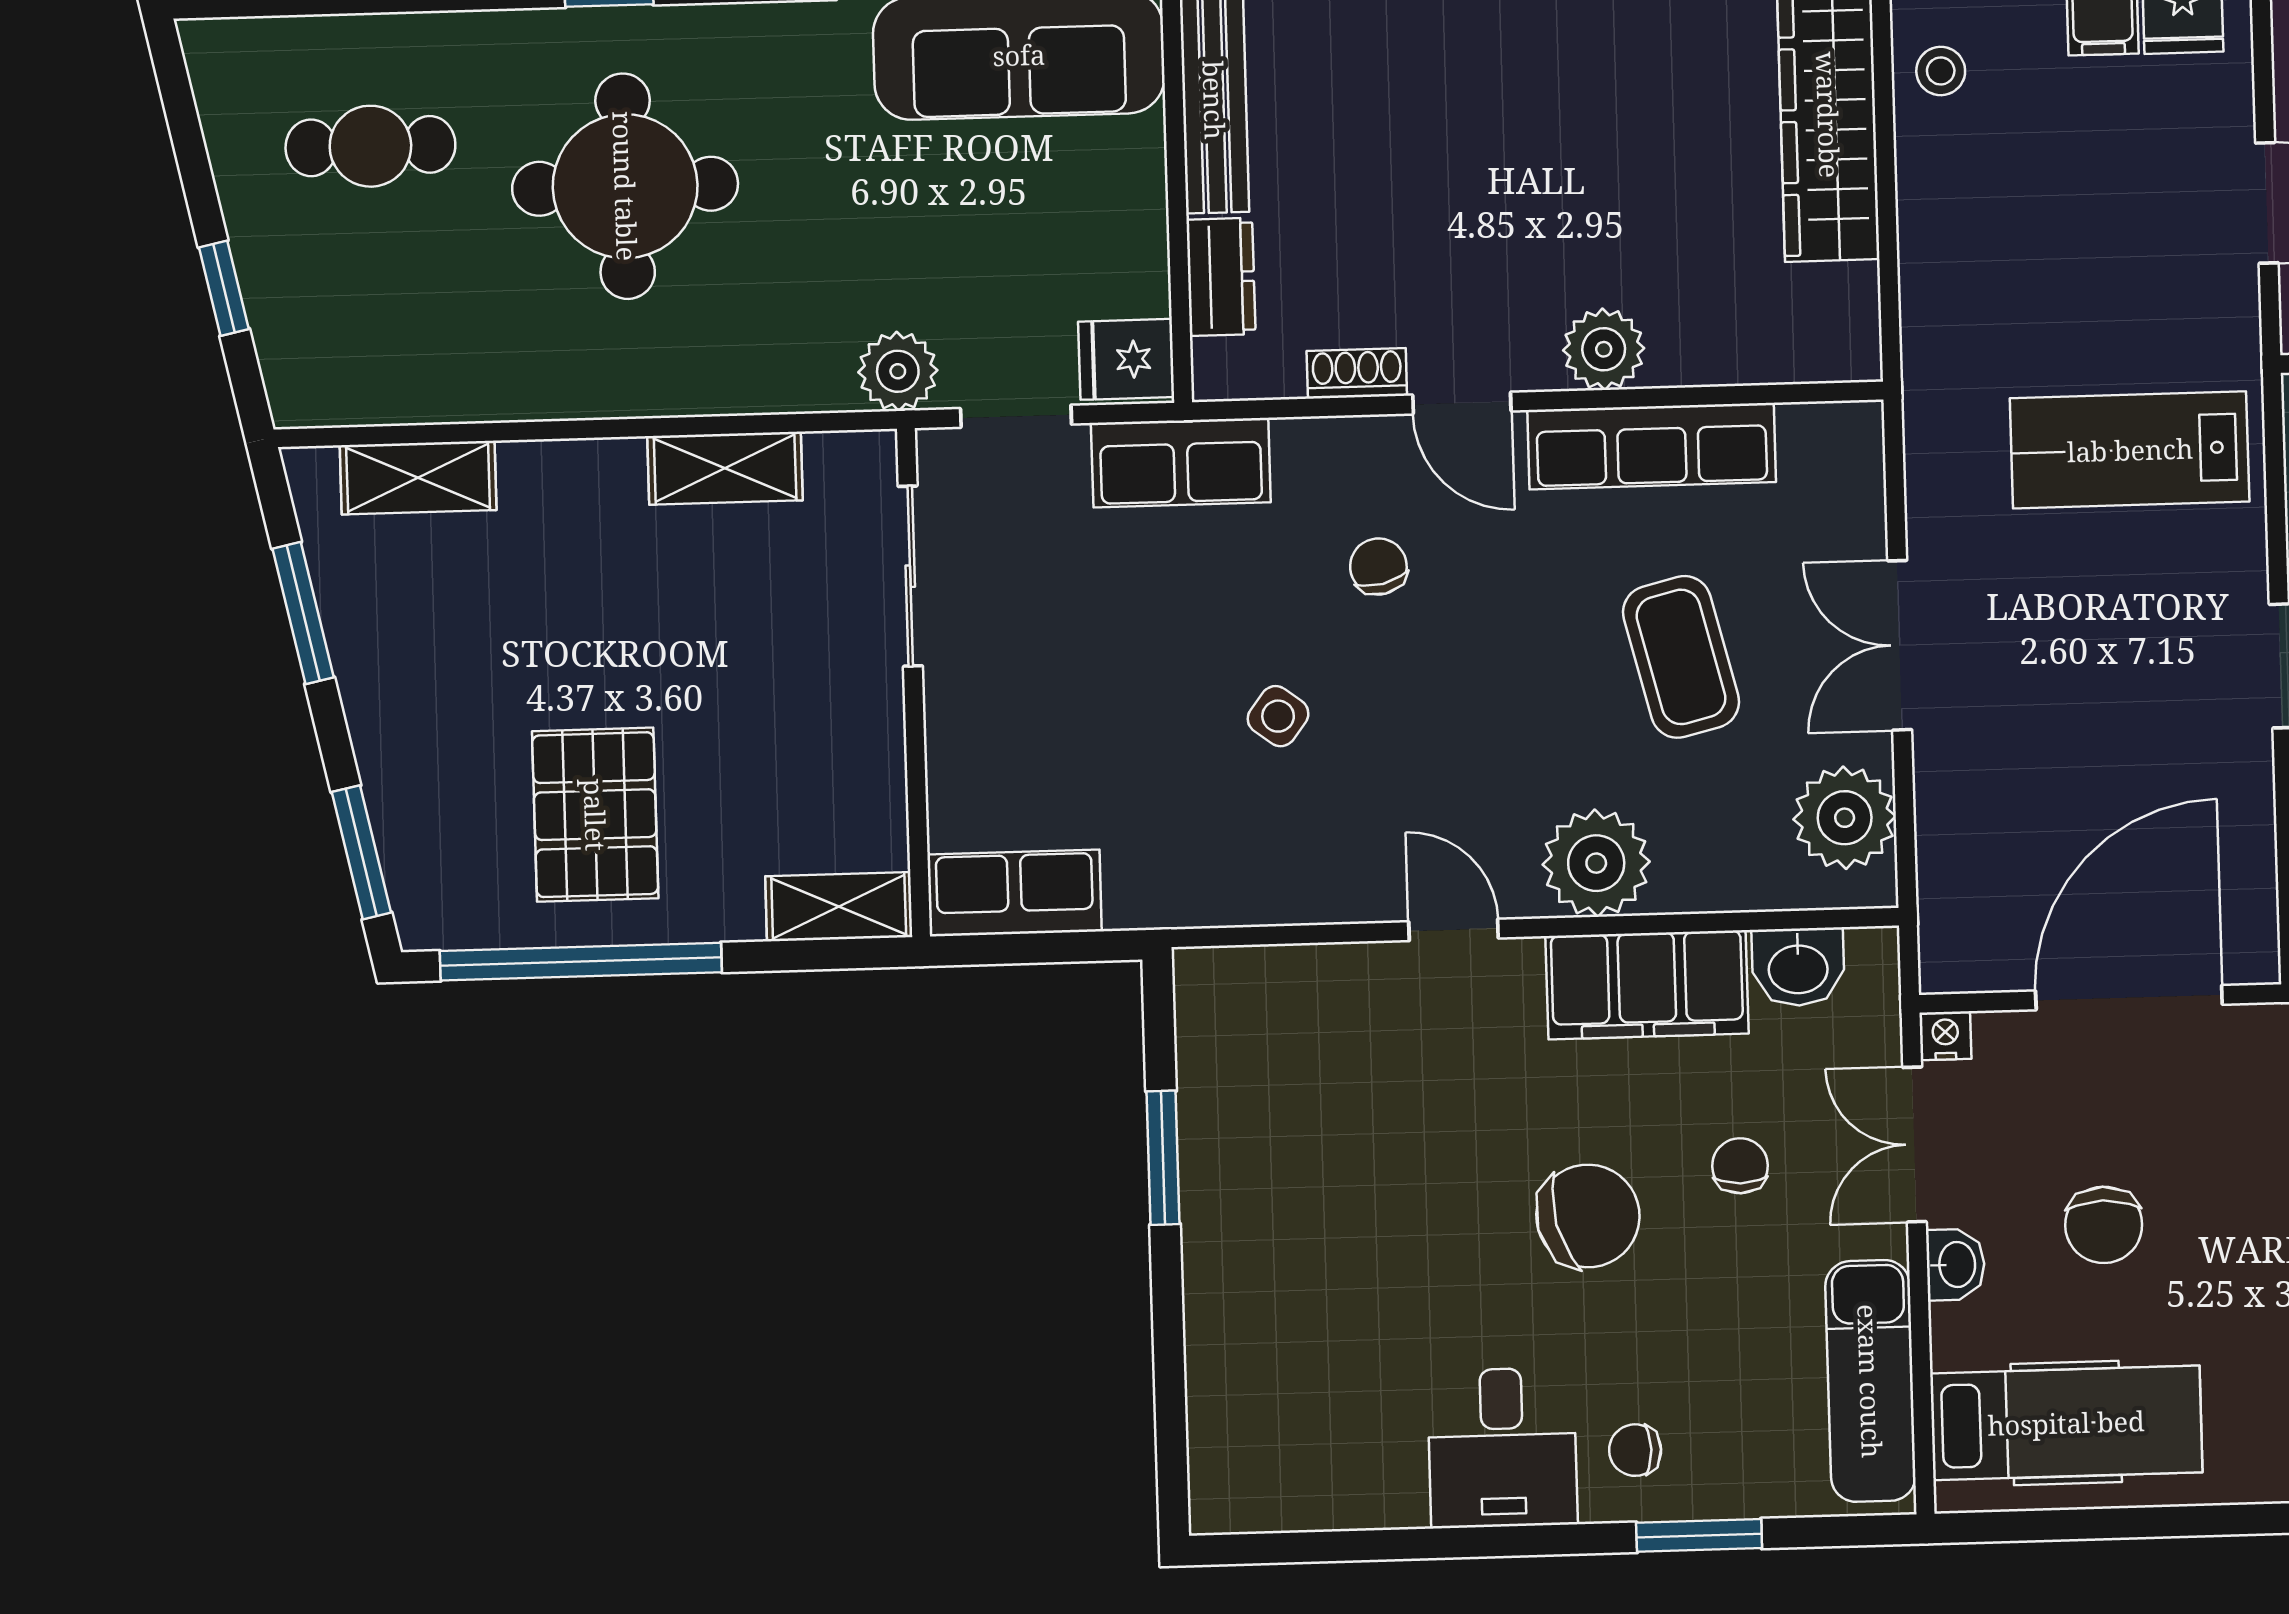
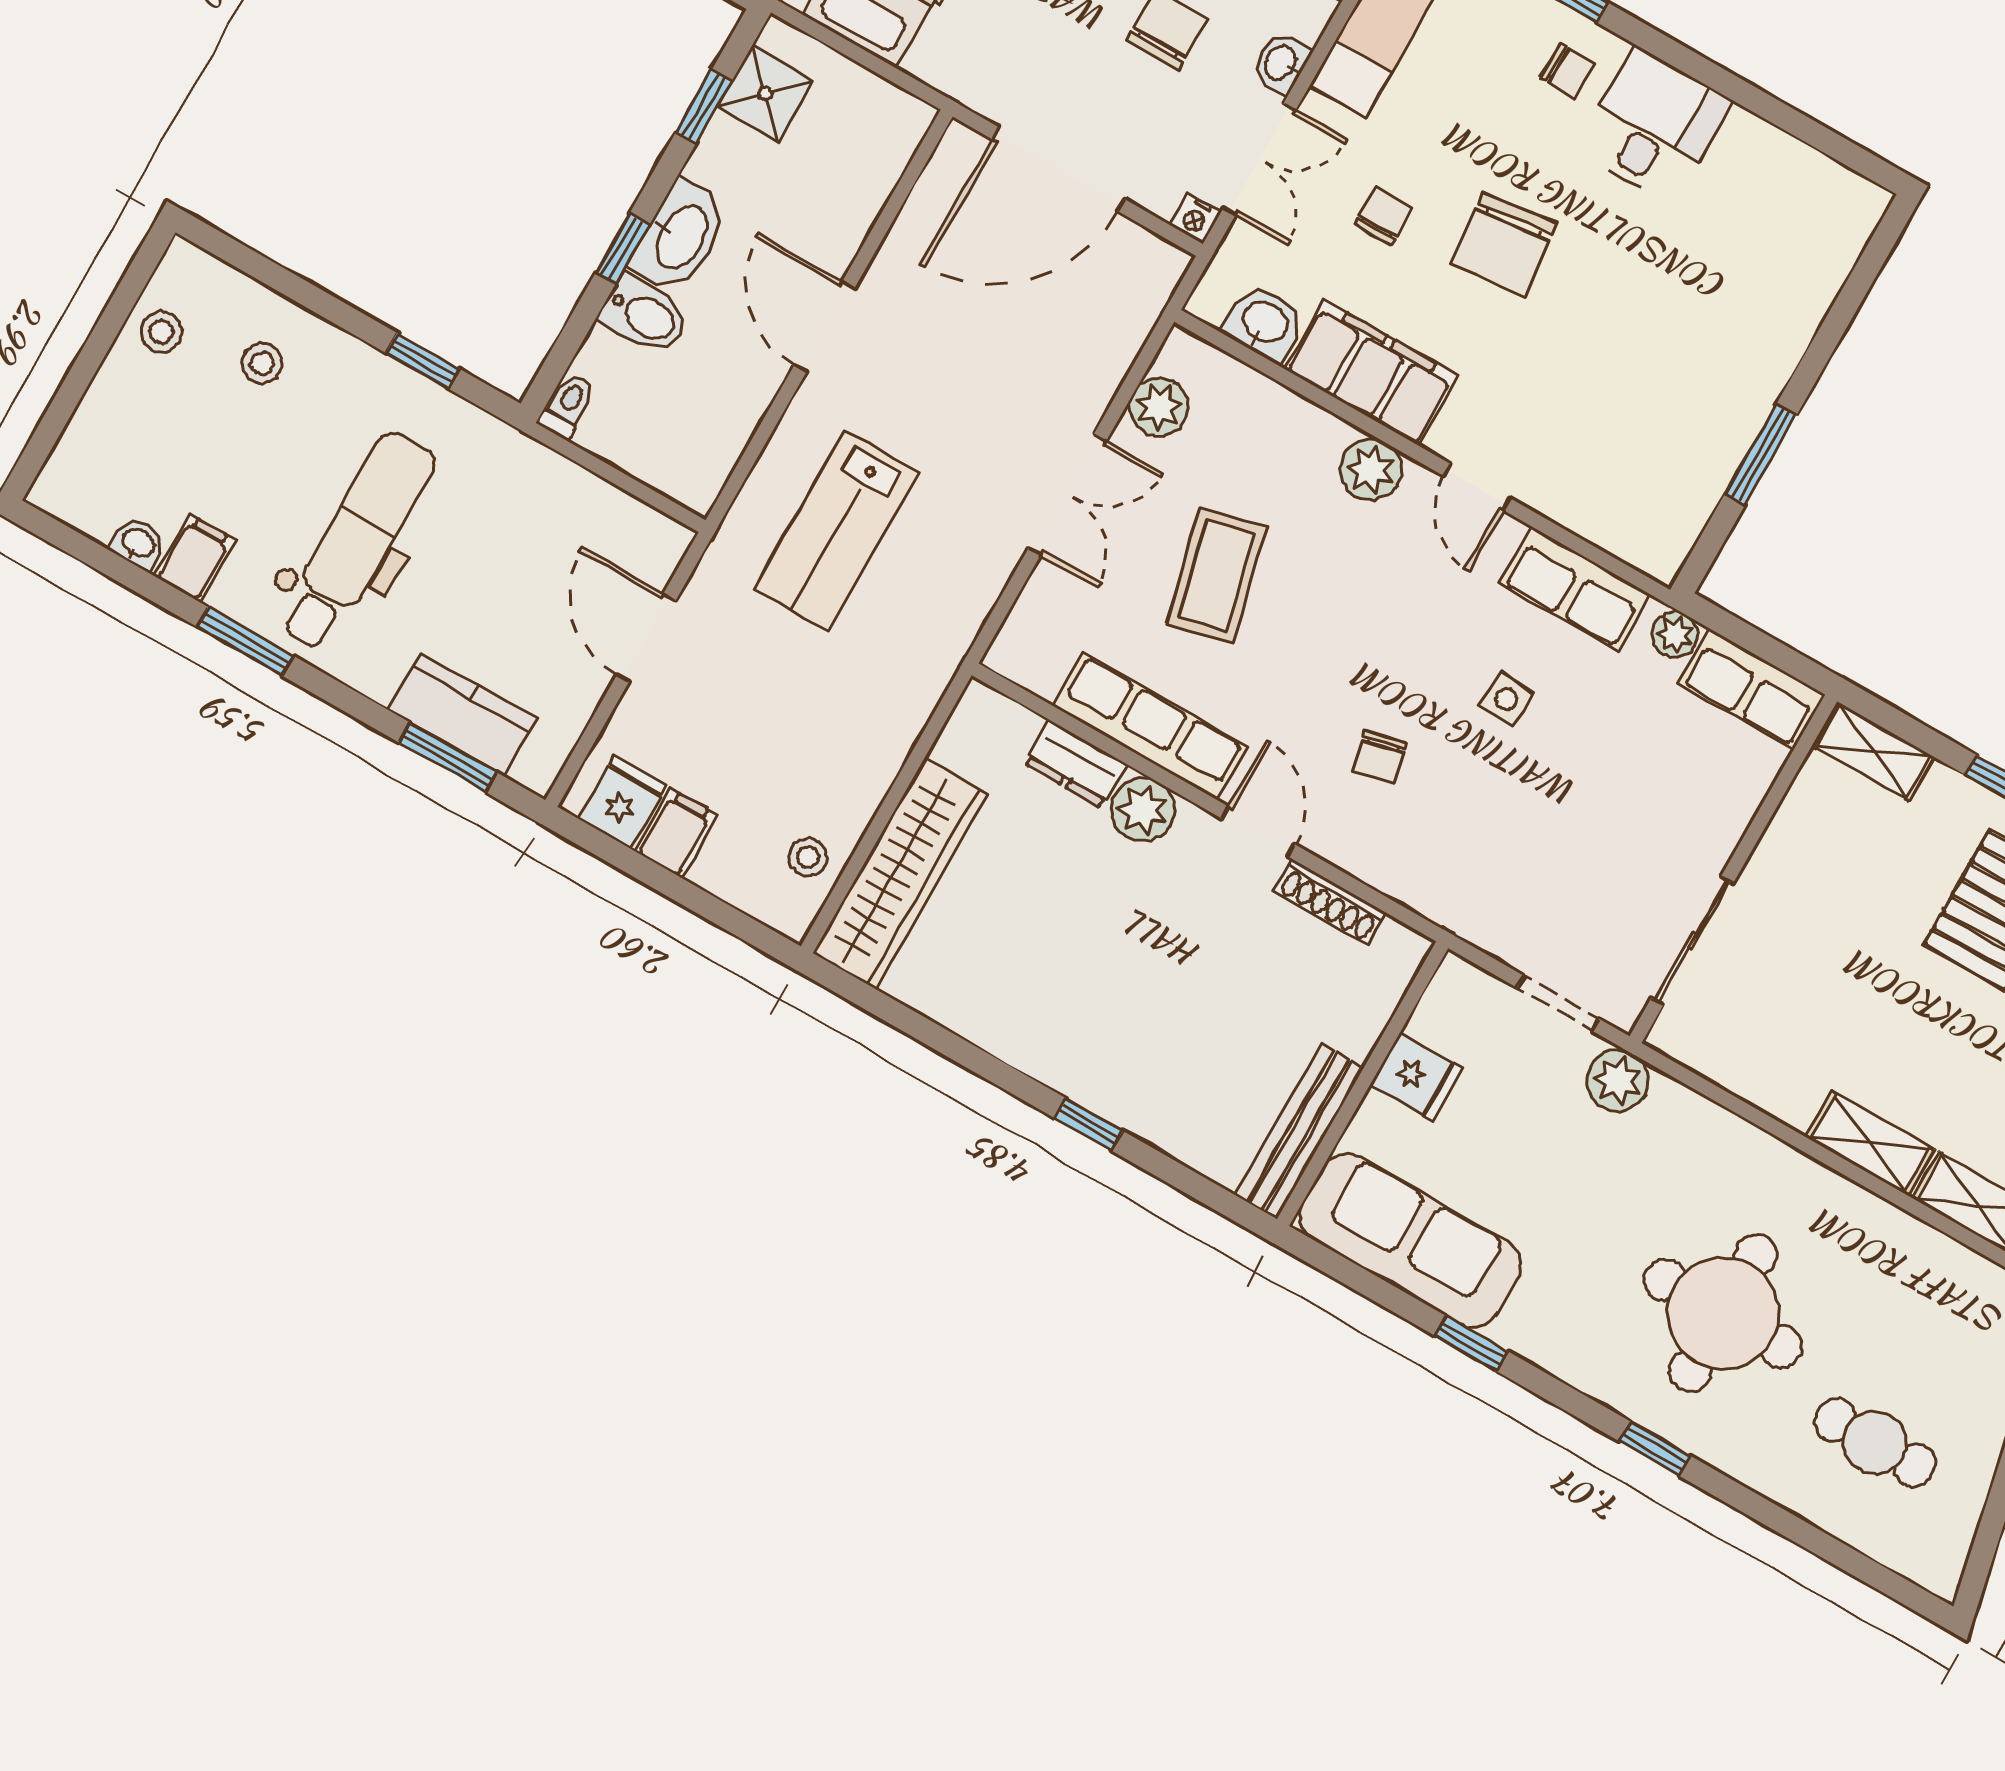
dresser: (1221, 277) -> (1076, 764), moved, turned -90
fridge: (1126, 359) -> (1416, 1077), moved
shoe rack: (1357, 373) -> (1330, 902), width x1.43
lab bench: (2130, 450) -> (837, 531), turned 90
row of seats: (1181, 463) -> (1575, 589), moved, turned 180
shelving: (725, 468) -> (1870, 1143), moved
side table: (1278, 716) -> (1506, 699), turned -33
plant: (1845, 818) -> (1159, 407), width x0.73, depth x0.73
plant: (1596, 863) -> (1371, 469), width x0.73, depth x0.73
plant: (1136, 901) -> (1675, 635), added
chair: (1740, 1166) -> (1383, 216), turned 180
chair: (1588, 1216) -> (1504, 244), turned -83

